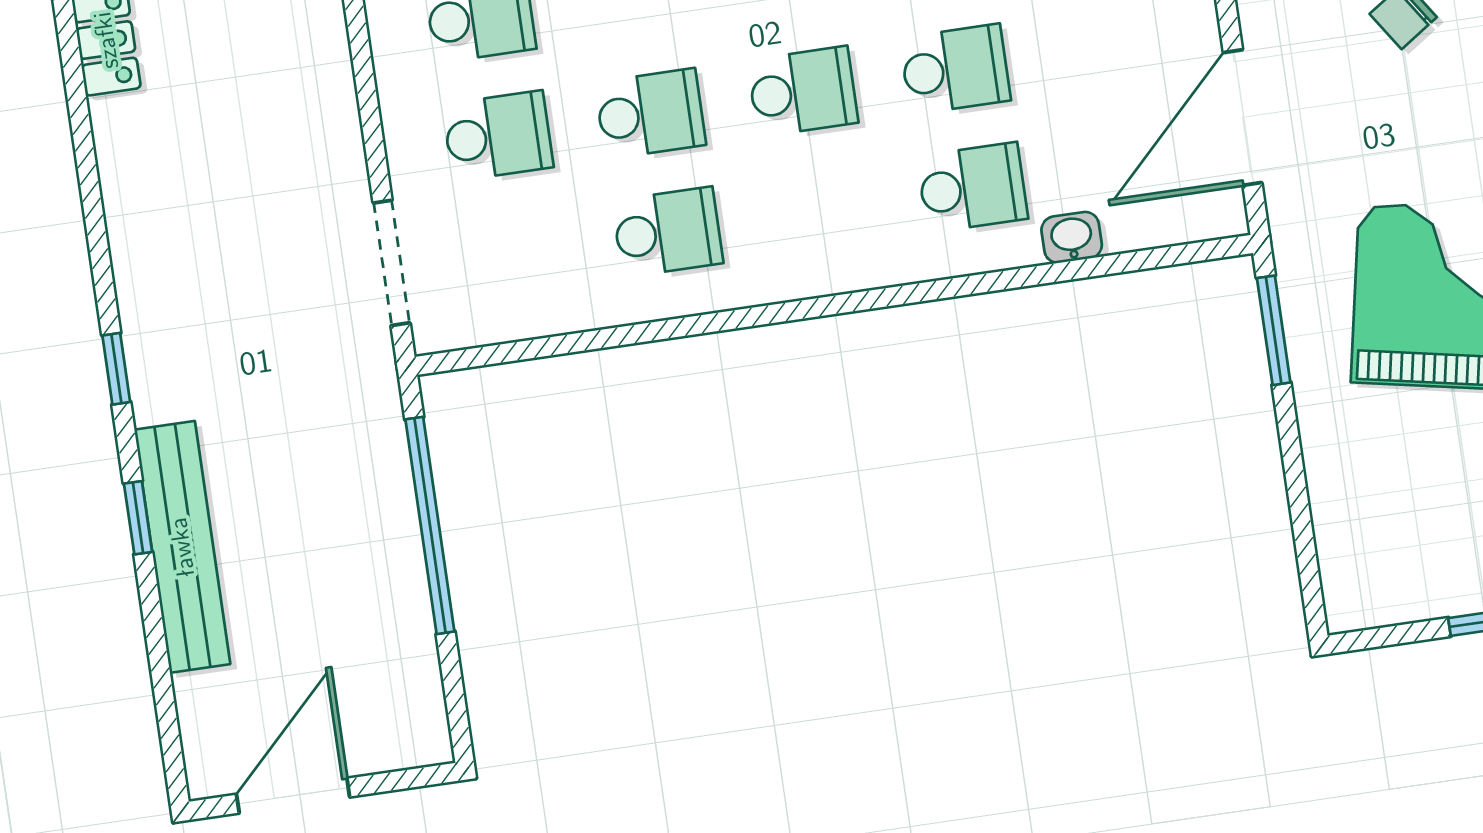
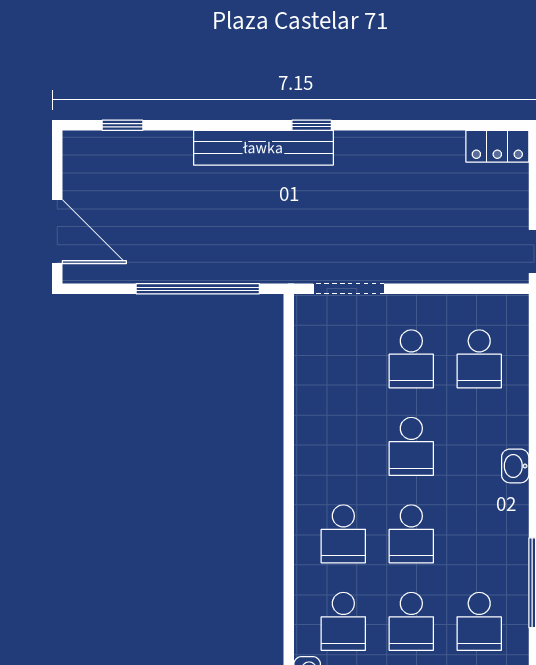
school desk: (668, 232) -> (343, 534), moved
window: (138, 518) -> (122, 125), moved
bench: (182, 547) -> (263, 148), moved
door: (293, 796) -> (57, 232), moved

